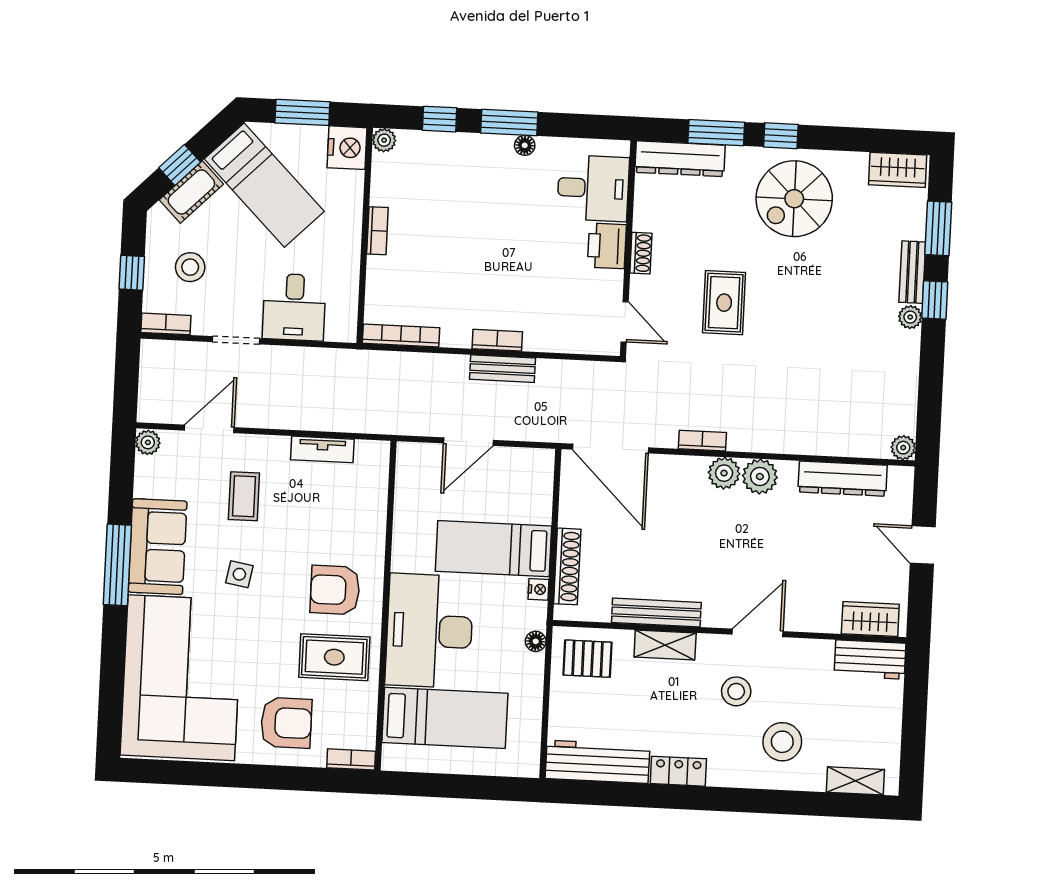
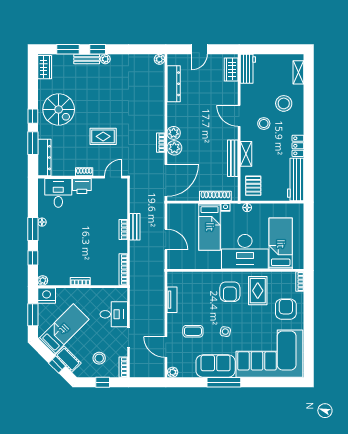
plant: (760, 477) -> (174, 148), moved

